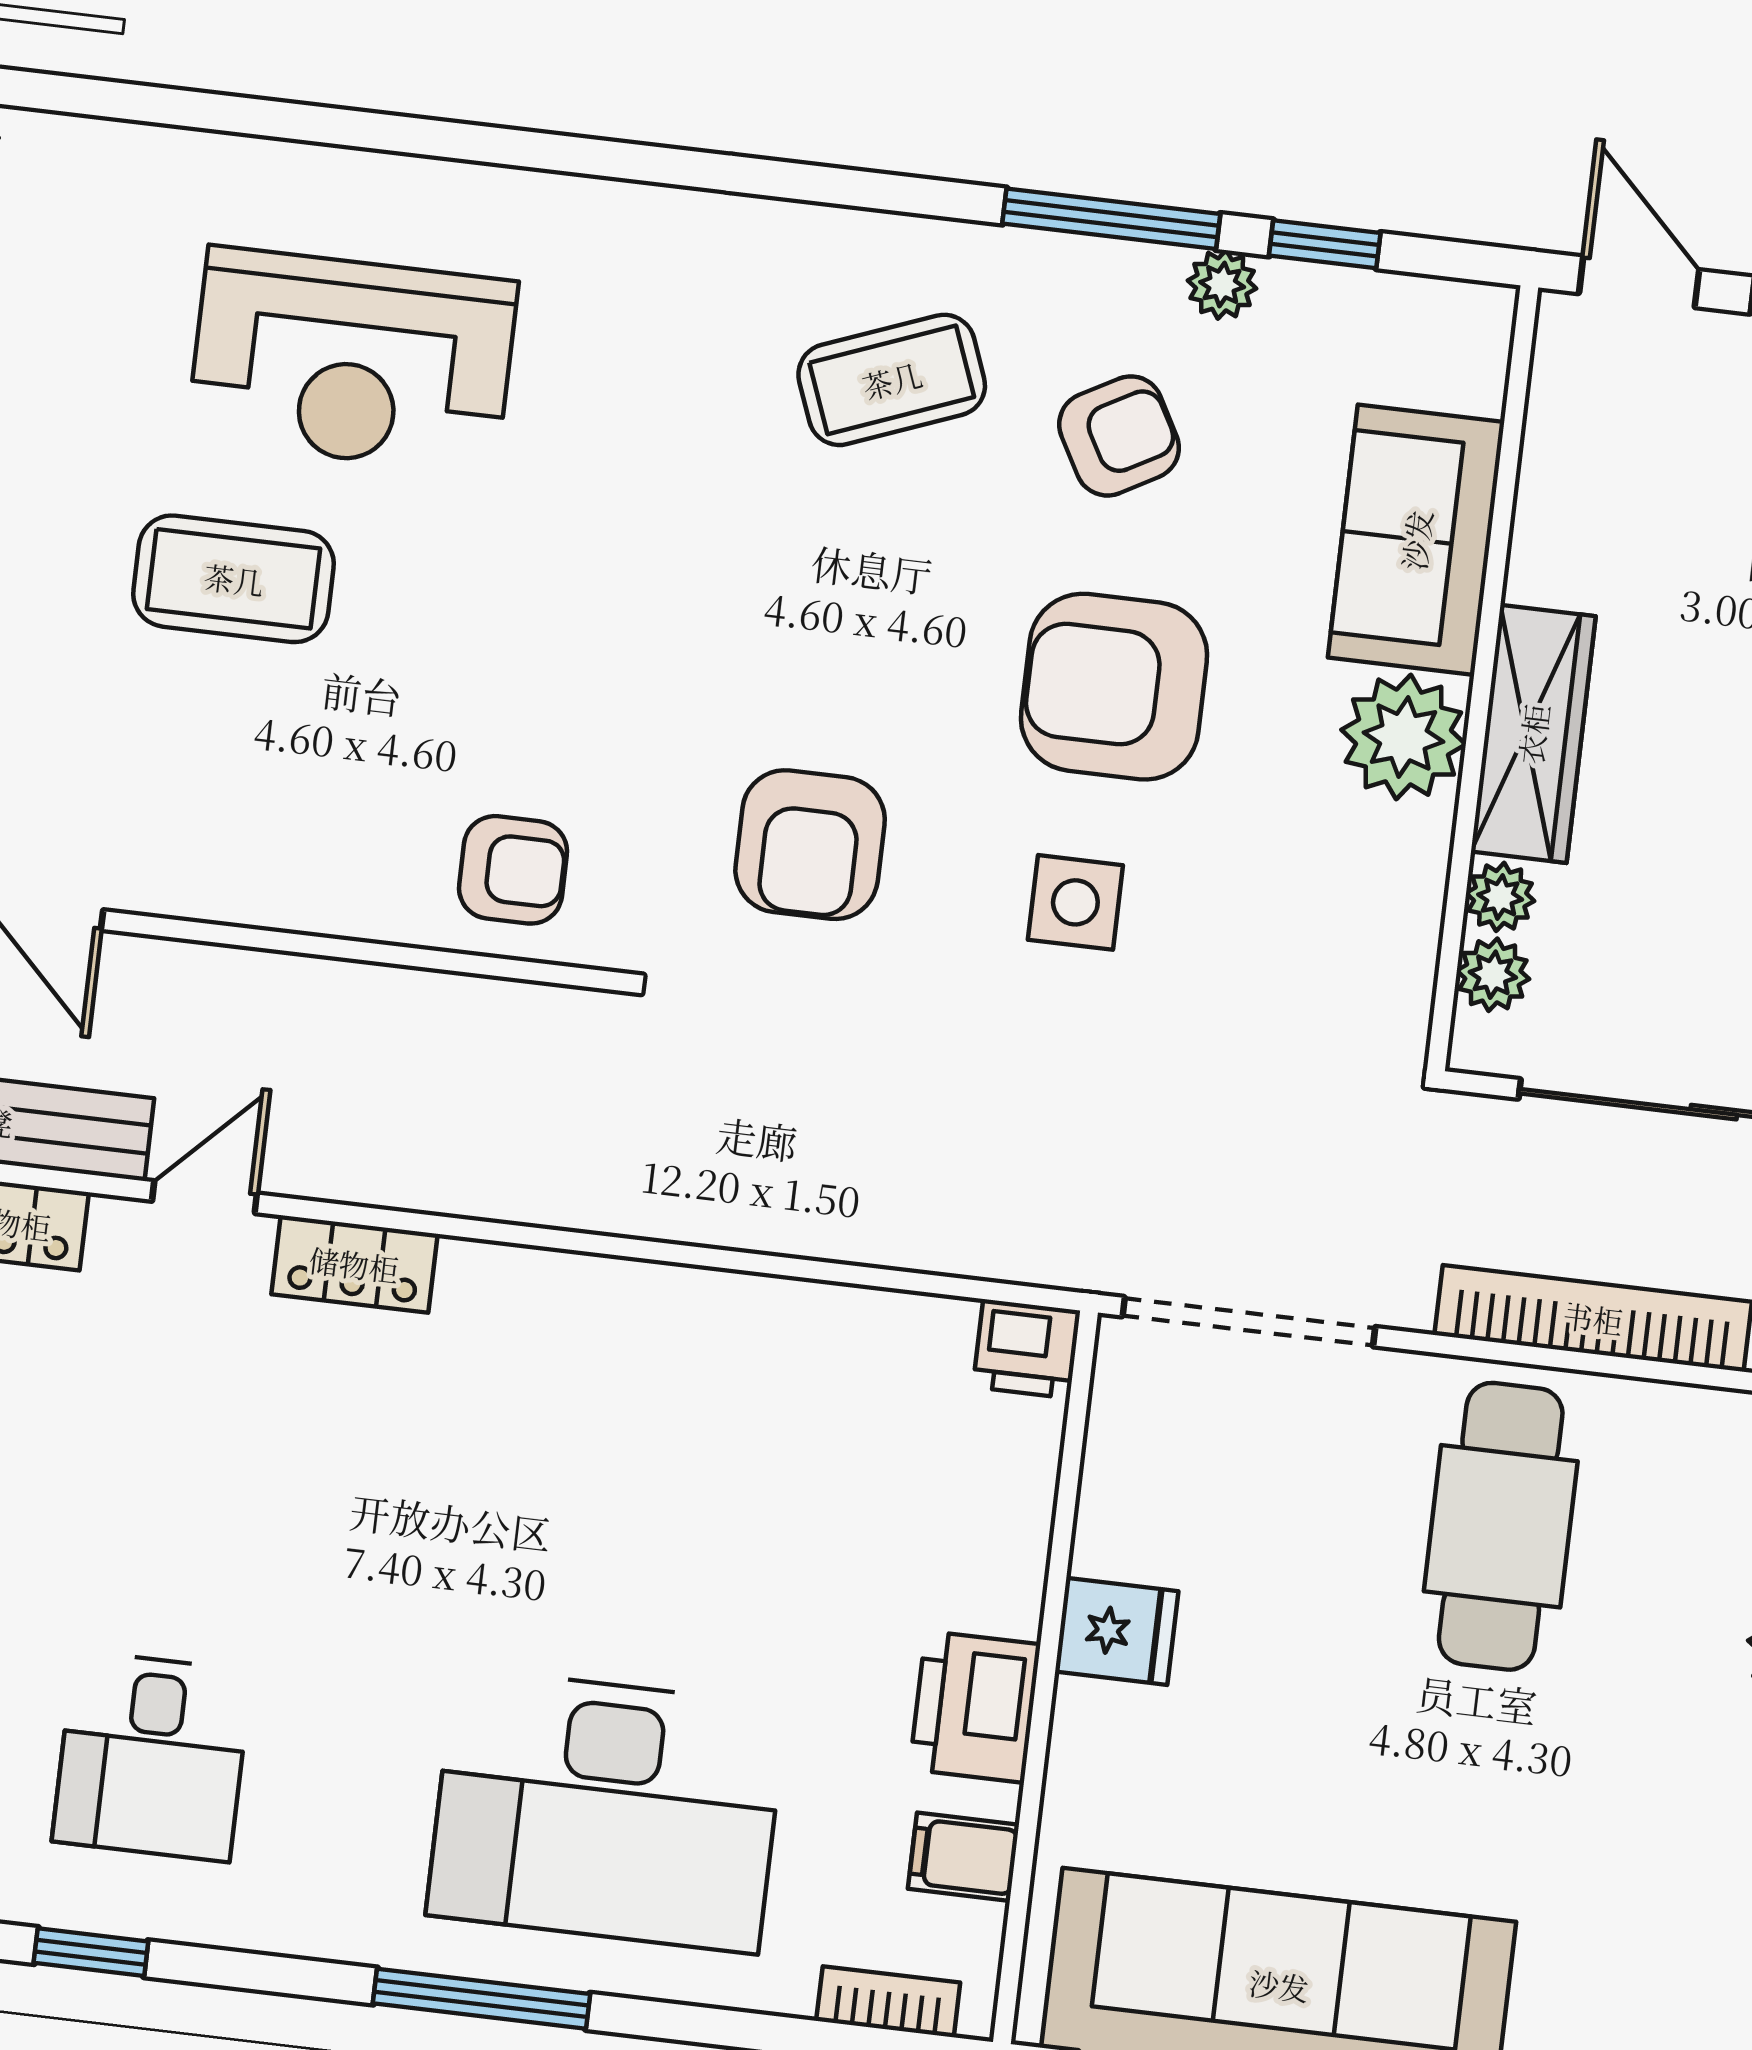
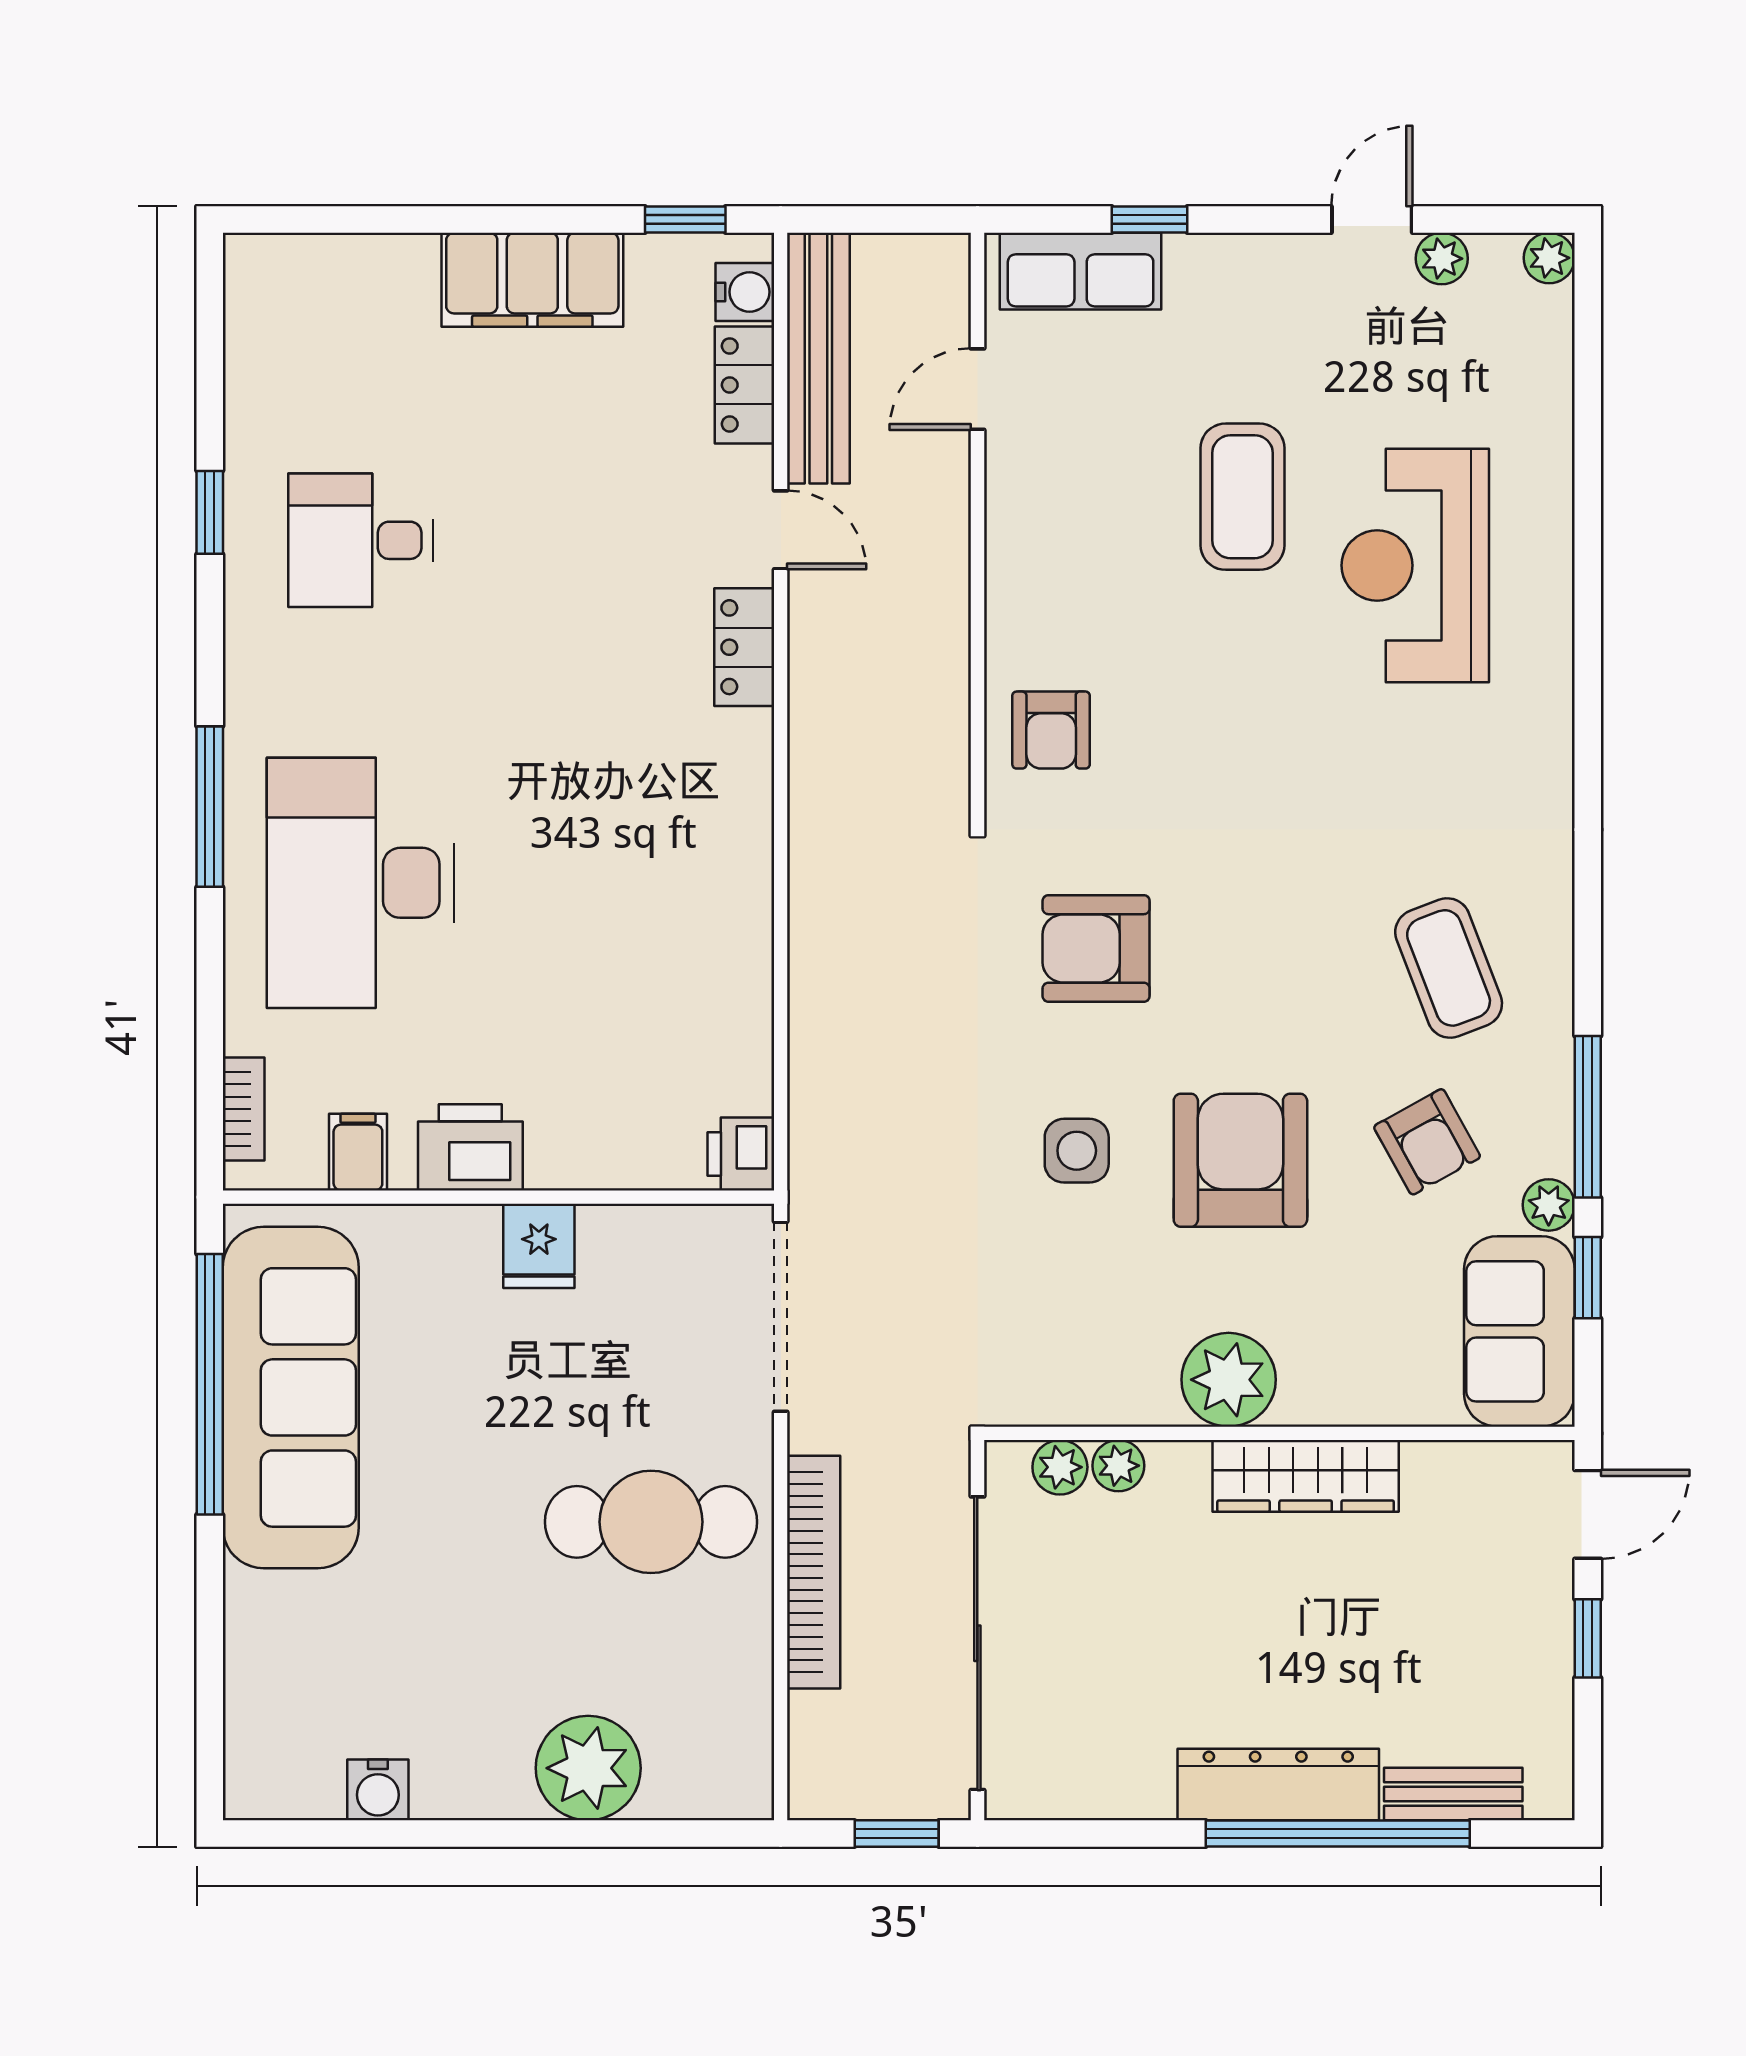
sofa: (1416, 540) -> (1519, 1331), moved, turned -90
wardrobe: (1533, 734) -> (1306, 1476), moved

